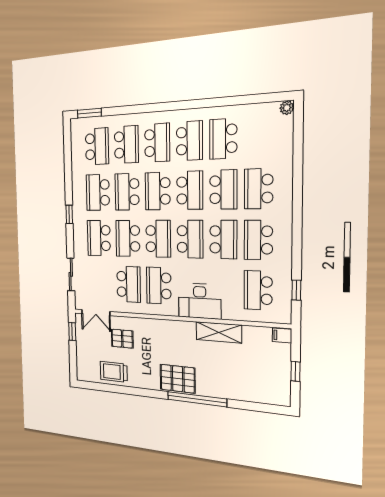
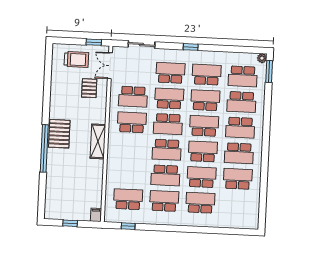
plant: (287, 108) -> (262, 58), moved
school desk: (190, 190) -> (203, 151), turned 180
school desk: (223, 190) -> (202, 177), turned 180
desk: (200, 301) -> (120, 155), removed
shelving: (219, 332) -> (98, 141), moved
trolley: (114, 372) -> (76, 59), moved, turned 90

